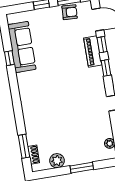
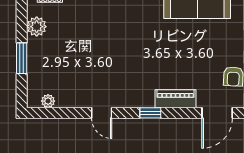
window: (102, 45) -> (182, 113), removed

